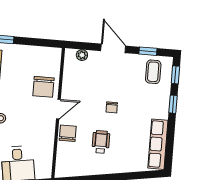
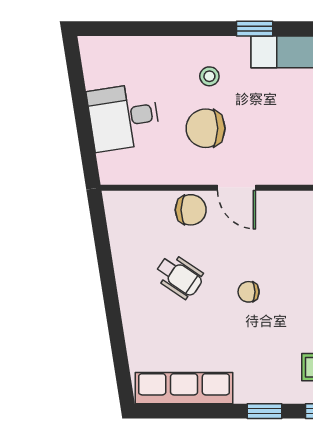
chair: (43, 87) -> (206, 128), moved
wheelchair: (101, 142) -> (179, 276), turned 34

